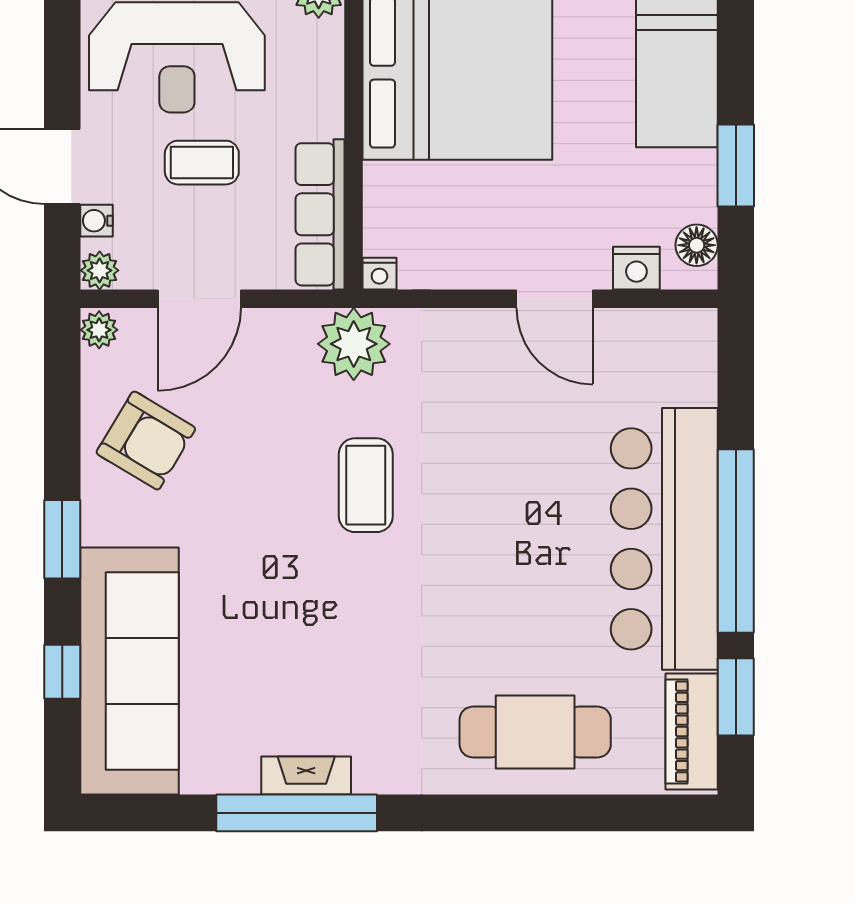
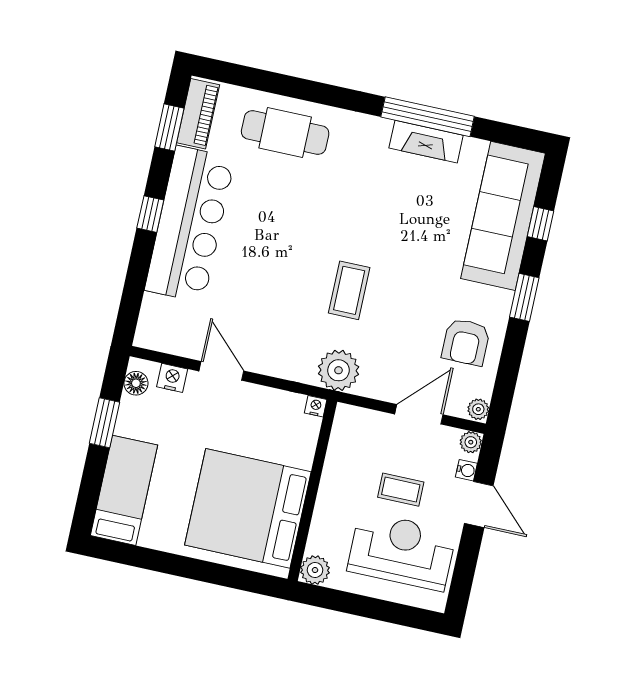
row of seats: (320, 214) -> (341, 446), removed
armchair: (146, 441) -> (466, 342), turned -121
window: (736, 541) -> (150, 214), width x0.32
fireplace: (306, 776) -> (426, 142), width x1.37, depth x1.32

